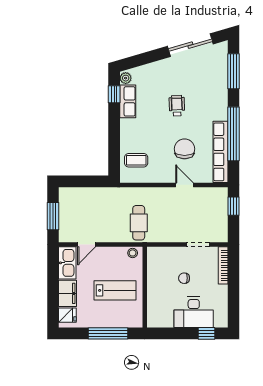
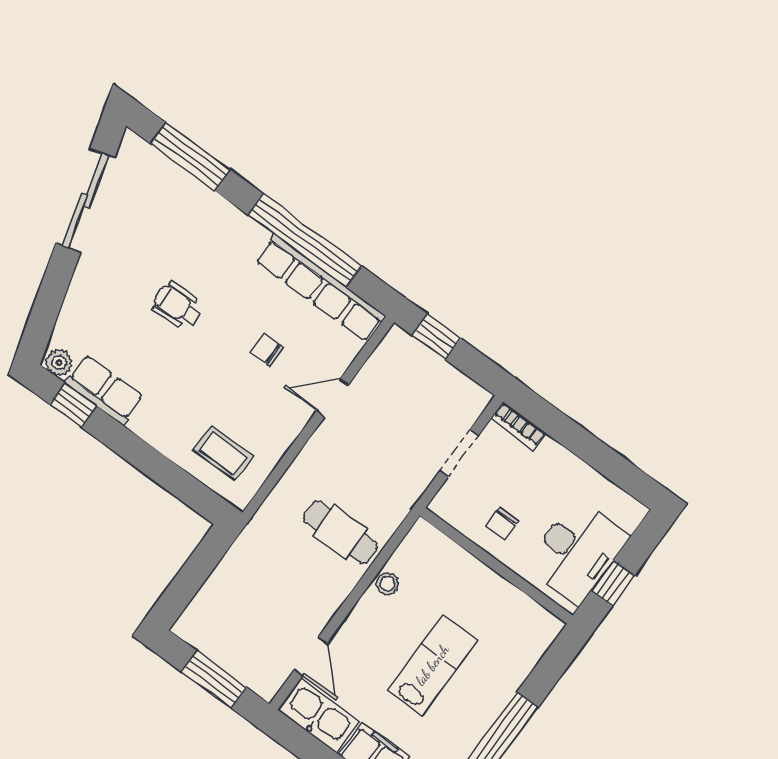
chair: (185, 149) -> (267, 350), width x0.54, depth x0.54
coffee table: (136, 160) -> (223, 453), turned 90
bookcase: (223, 265) -> (518, 426), width x0.64
wall: (145, 287) -> (496, 566), moved
window: (207, 333) -> (613, 583), moved

